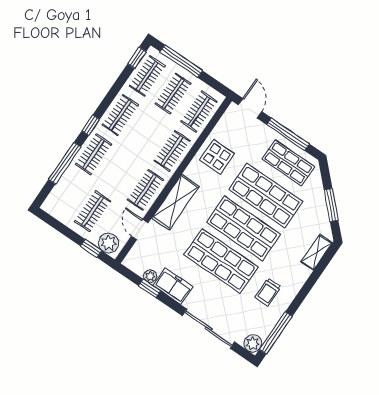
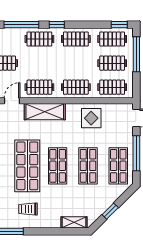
shop shelf: (266, 196) -> (88, 166), width x0.70, depth x0.74
window: (331, 205) -> (110, 211), width x0.67
shop shelf: (244, 228) -> (58, 166), width x0.70, depth x0.74

